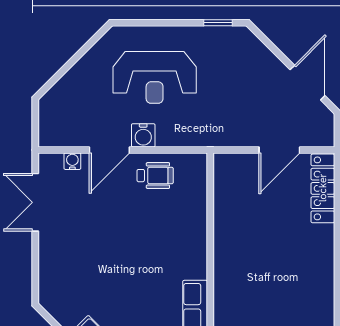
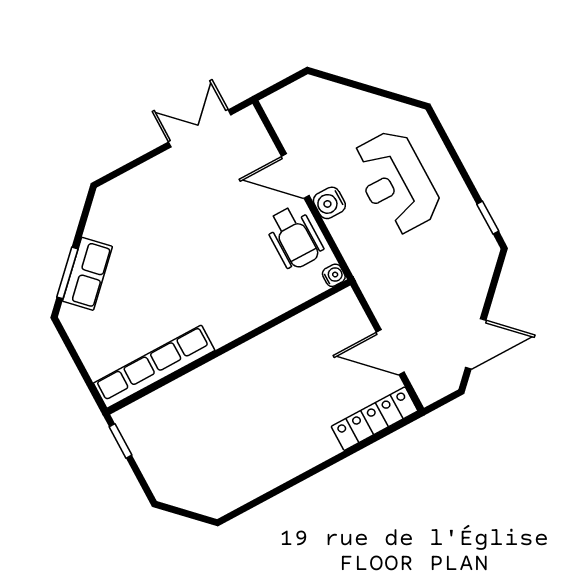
water cooler: (72, 161) -> (334, 275), moved
wheelchair: (155, 176) -> (294, 238), width x1.36, depth x1.37

